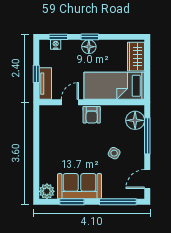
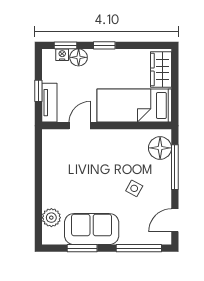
floor lamp: (89, 47) -> (79, 57), moved
armchair: (92, 115) -> (107, 141), removed
plant: (47, 191) -> (51, 218), moved

